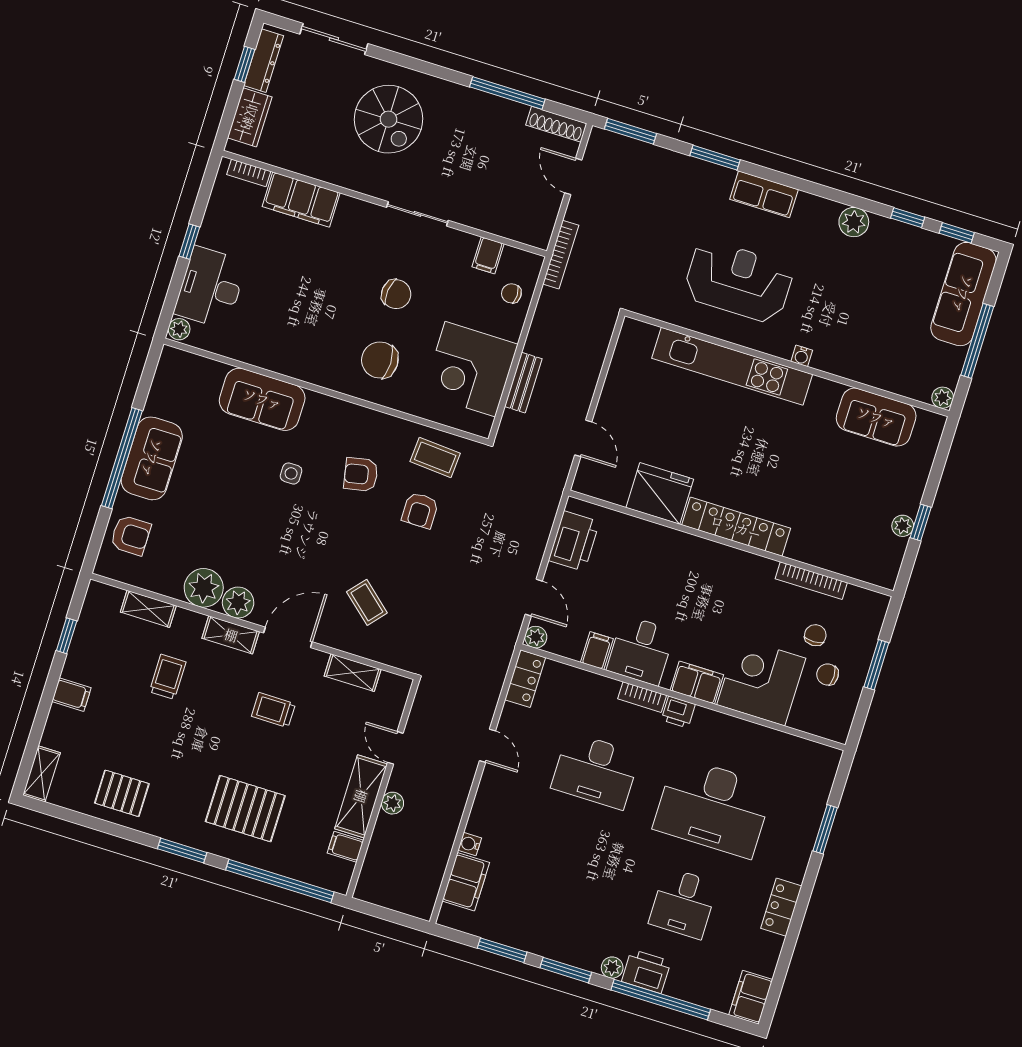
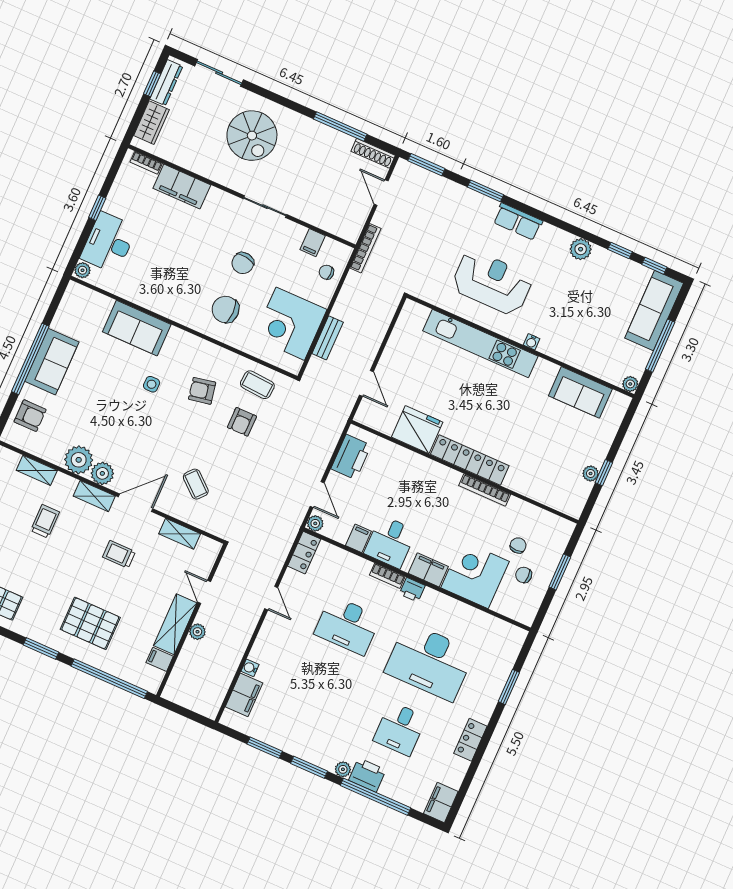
chair: (396, 294) -> (243, 263), turned 92
bookcase: (811, 581) -> (485, 490), moved

